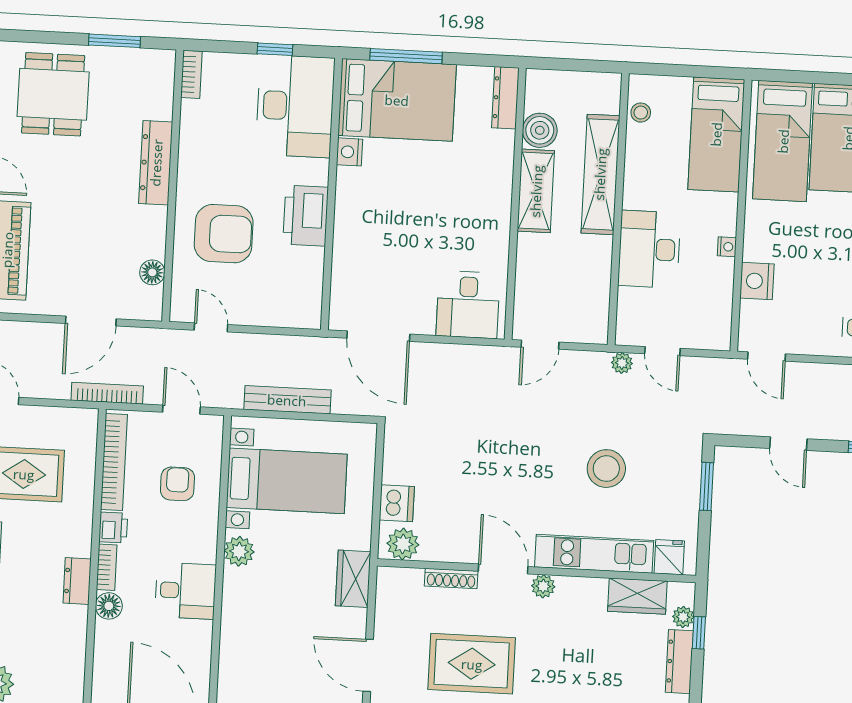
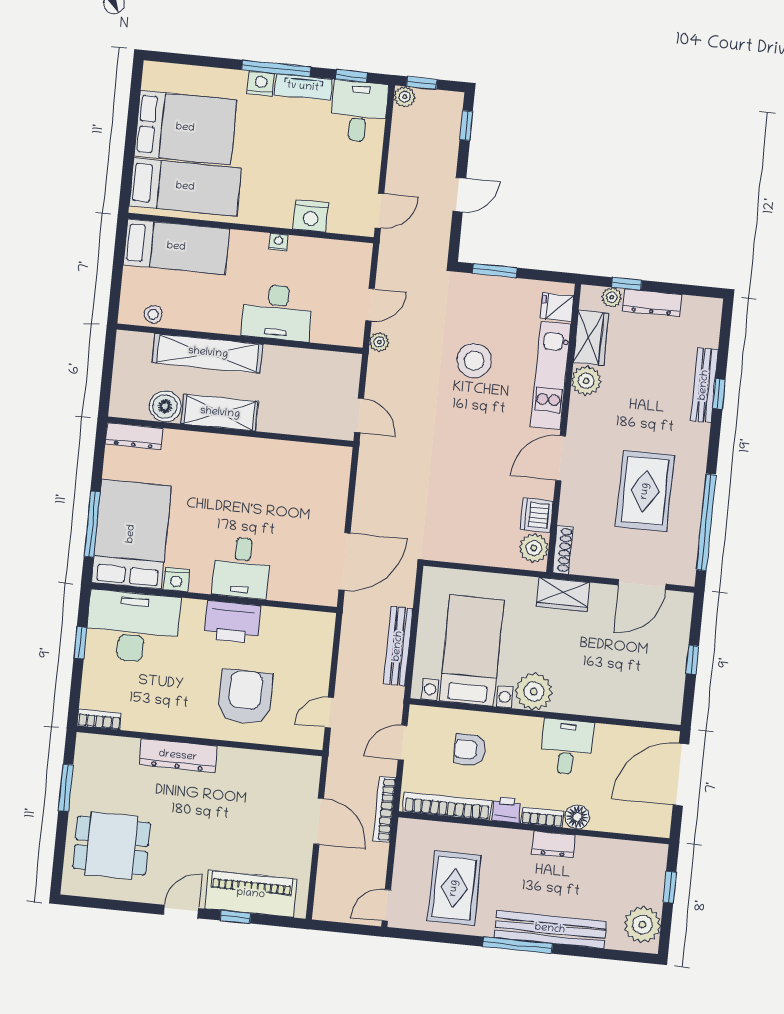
floor lamp: (152, 272) -> (277, 763), removed
desk: (468, 305) -> (242, 568), moved, turned 90
dishwasher: (397, 503) -> (537, 515), moved, turned -90
plant: (239, 551) -> (534, 692), width x1.36, depth x1.36
shoe rack: (451, 578) -> (563, 550), moved
plant: (543, 586) -> (586, 381), moved, width x1.38, depth x1.38

